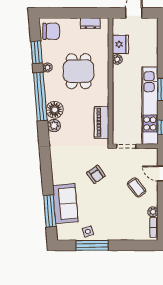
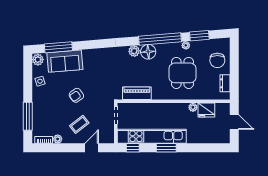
chair: (51, 31) -> (217, 60), moved
dining table: (79, 71) -> (182, 73), turned 90
armchair: (96, 174) -> (76, 95), moved
plant: (64, 234) -> (38, 60), added
window: (92, 245) -> (28, 116), moved

